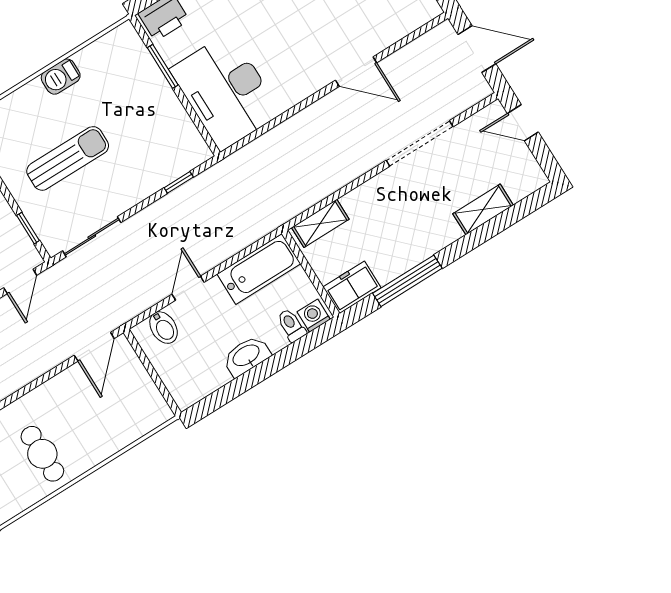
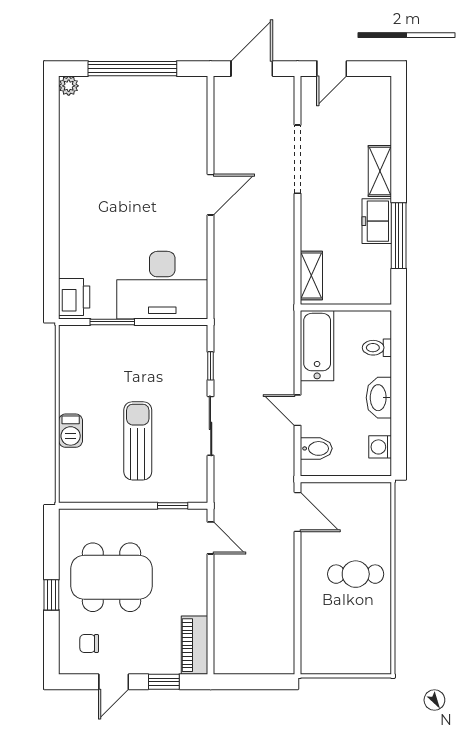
door: (356, 72) -> (211, 195), moved
barbecue: (61, 77) -> (71, 431), moved
shelving: (483, 209) -> (380, 171), moved
sliding door: (92, 237) -> (211, 426), moved
freezer: (352, 287) -> (377, 221), moved
washing machine: (314, 316) -> (380, 447), moved
cafe table: (42, 454) -> (356, 574), moved

